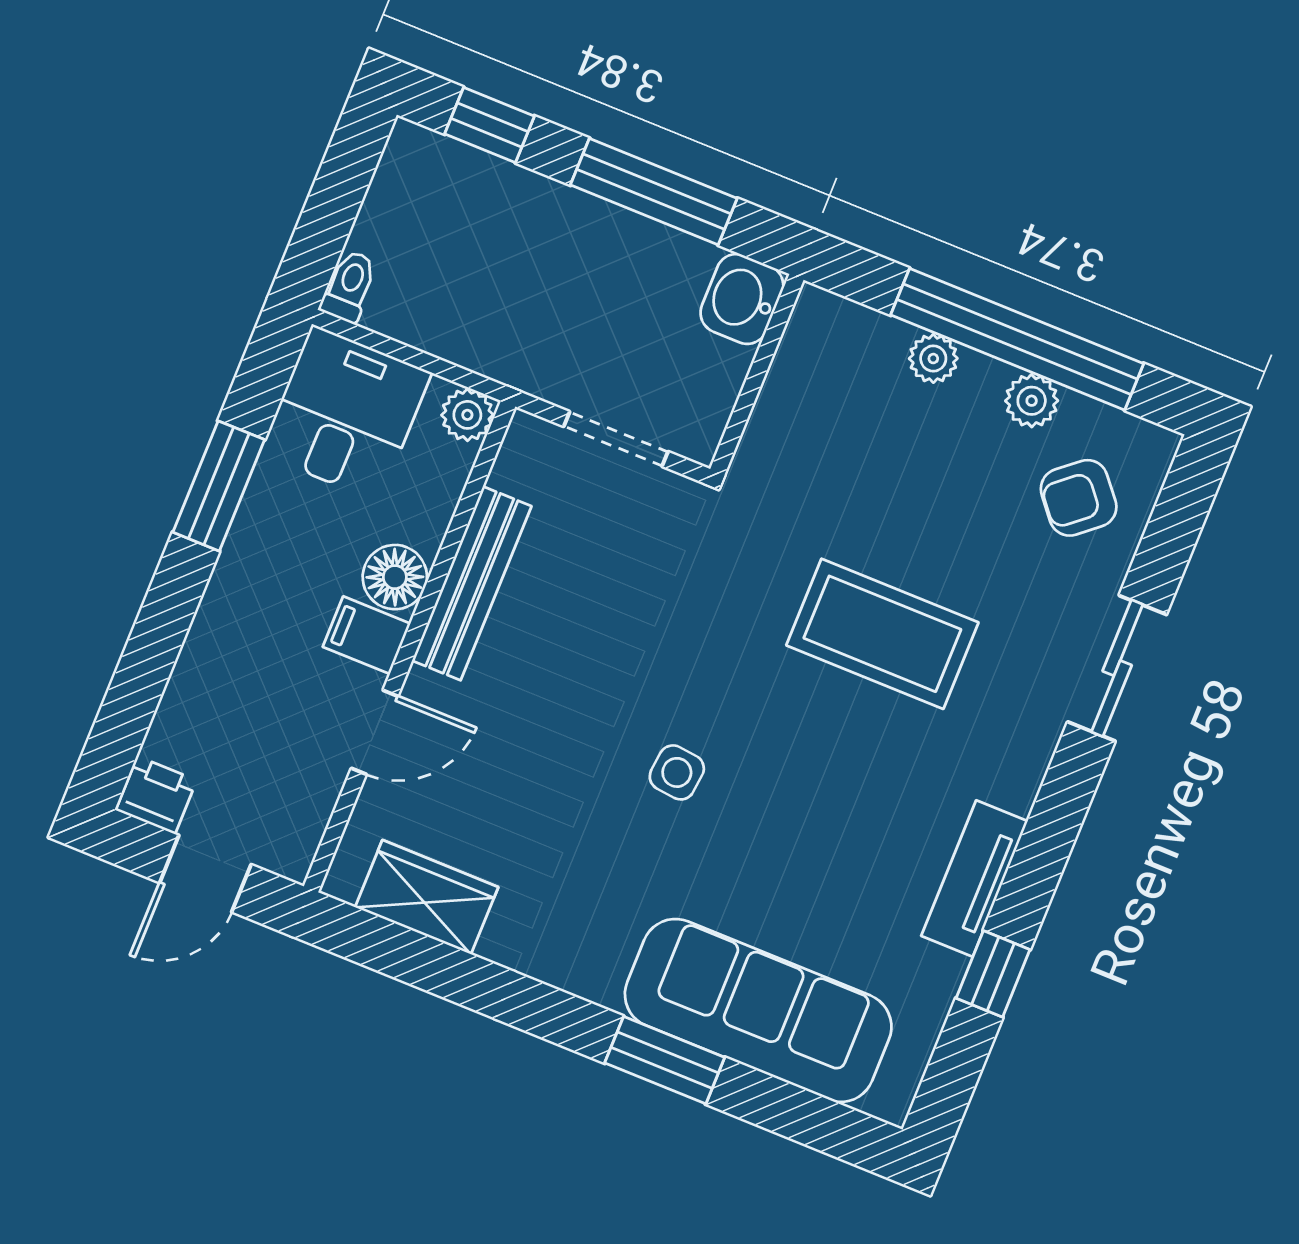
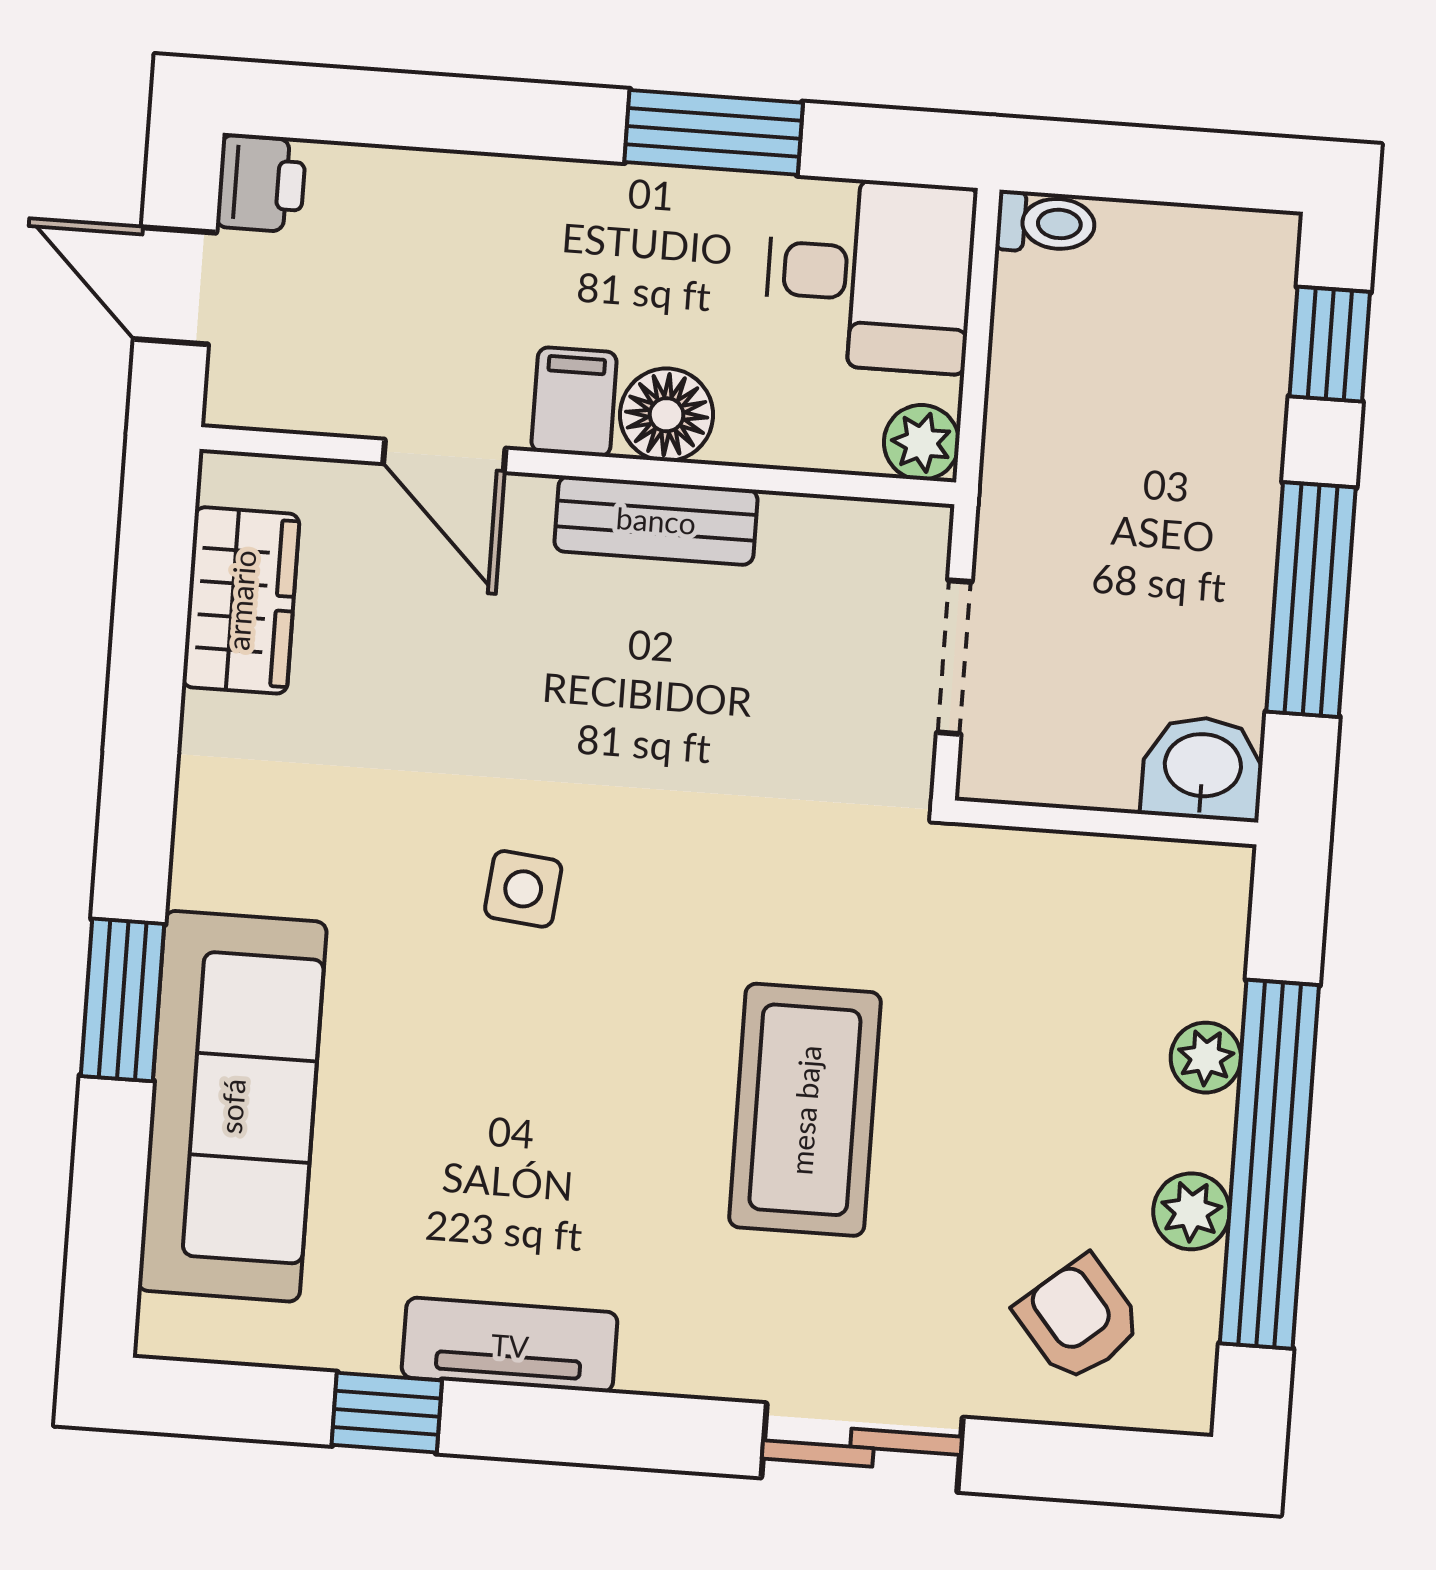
bench: (472, 583) -> (656, 520), width x0.73

